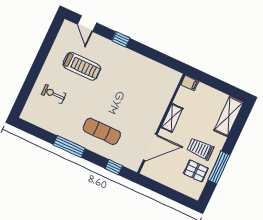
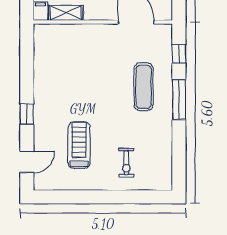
shelving: (172, 118) -> (66, 13), moved
window: (69, 147) -> (179, 100), moved

